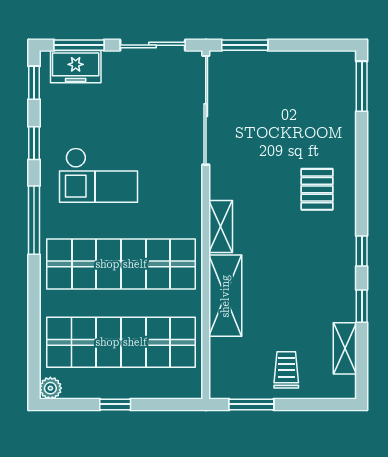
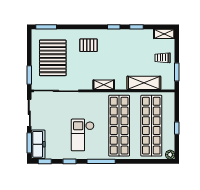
freezer: (76, 67) -> (38, 144), width x1.40
pallet: (286, 102) -> (53, 58), added
checkout: (98, 175) -> (83, 135), turned 180
shelving: (225, 296) -> (144, 83), moved
shelving: (345, 348) -> (164, 34), moved

